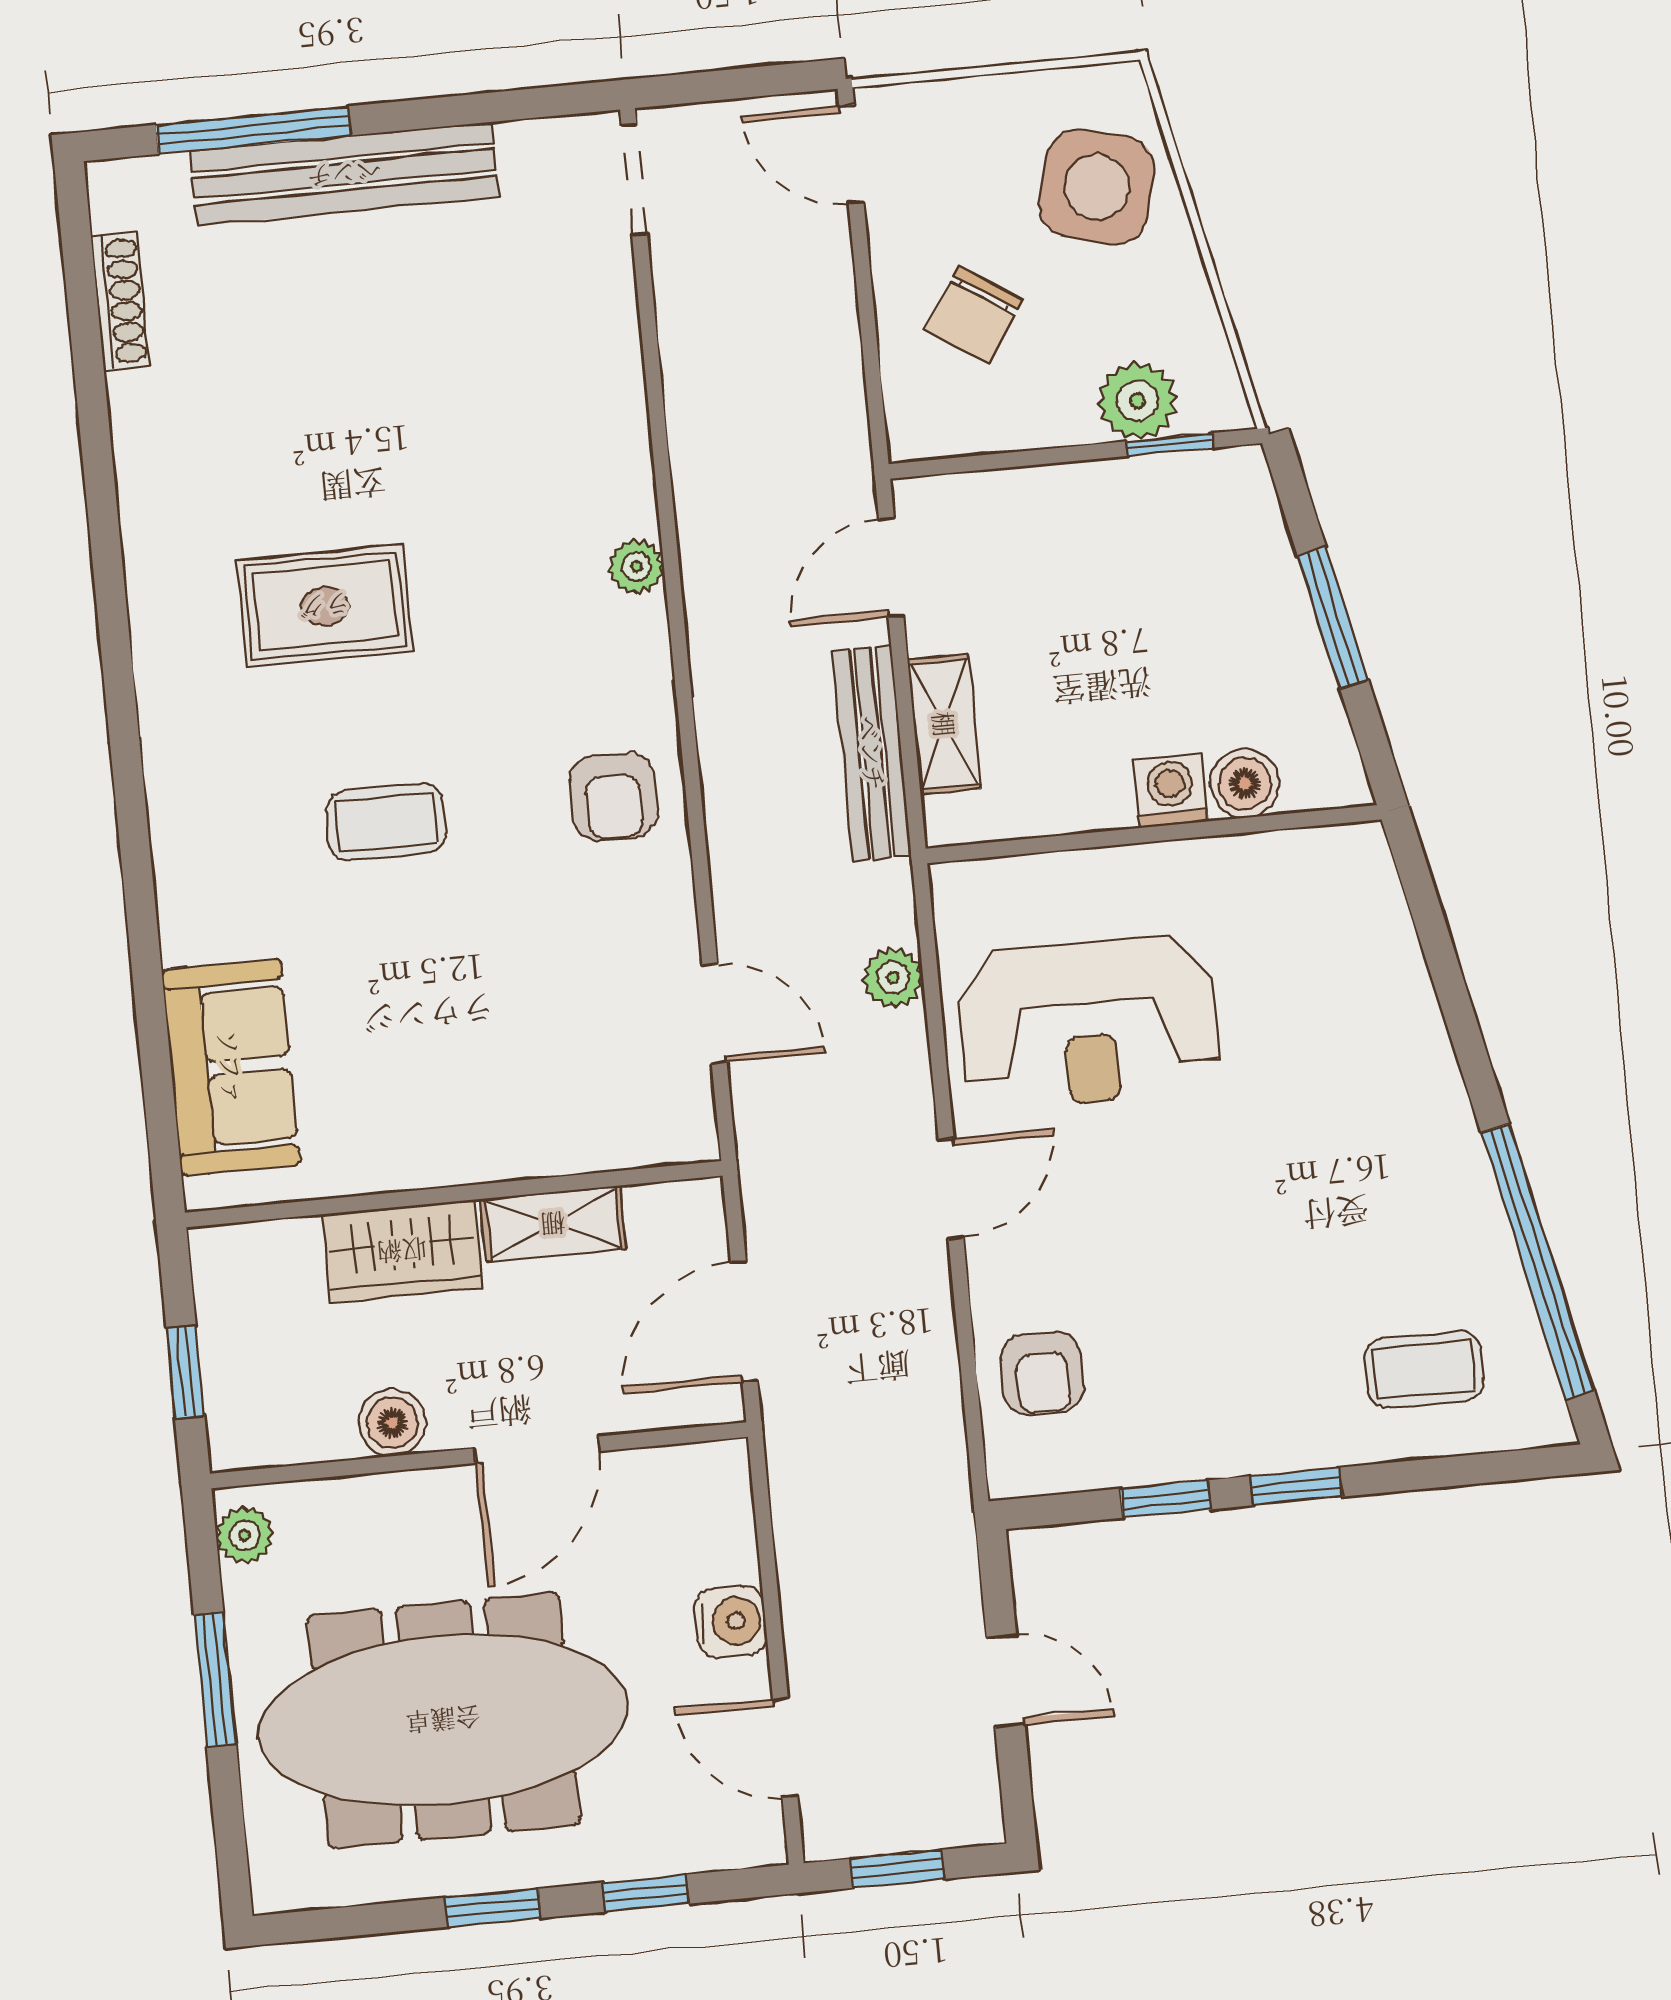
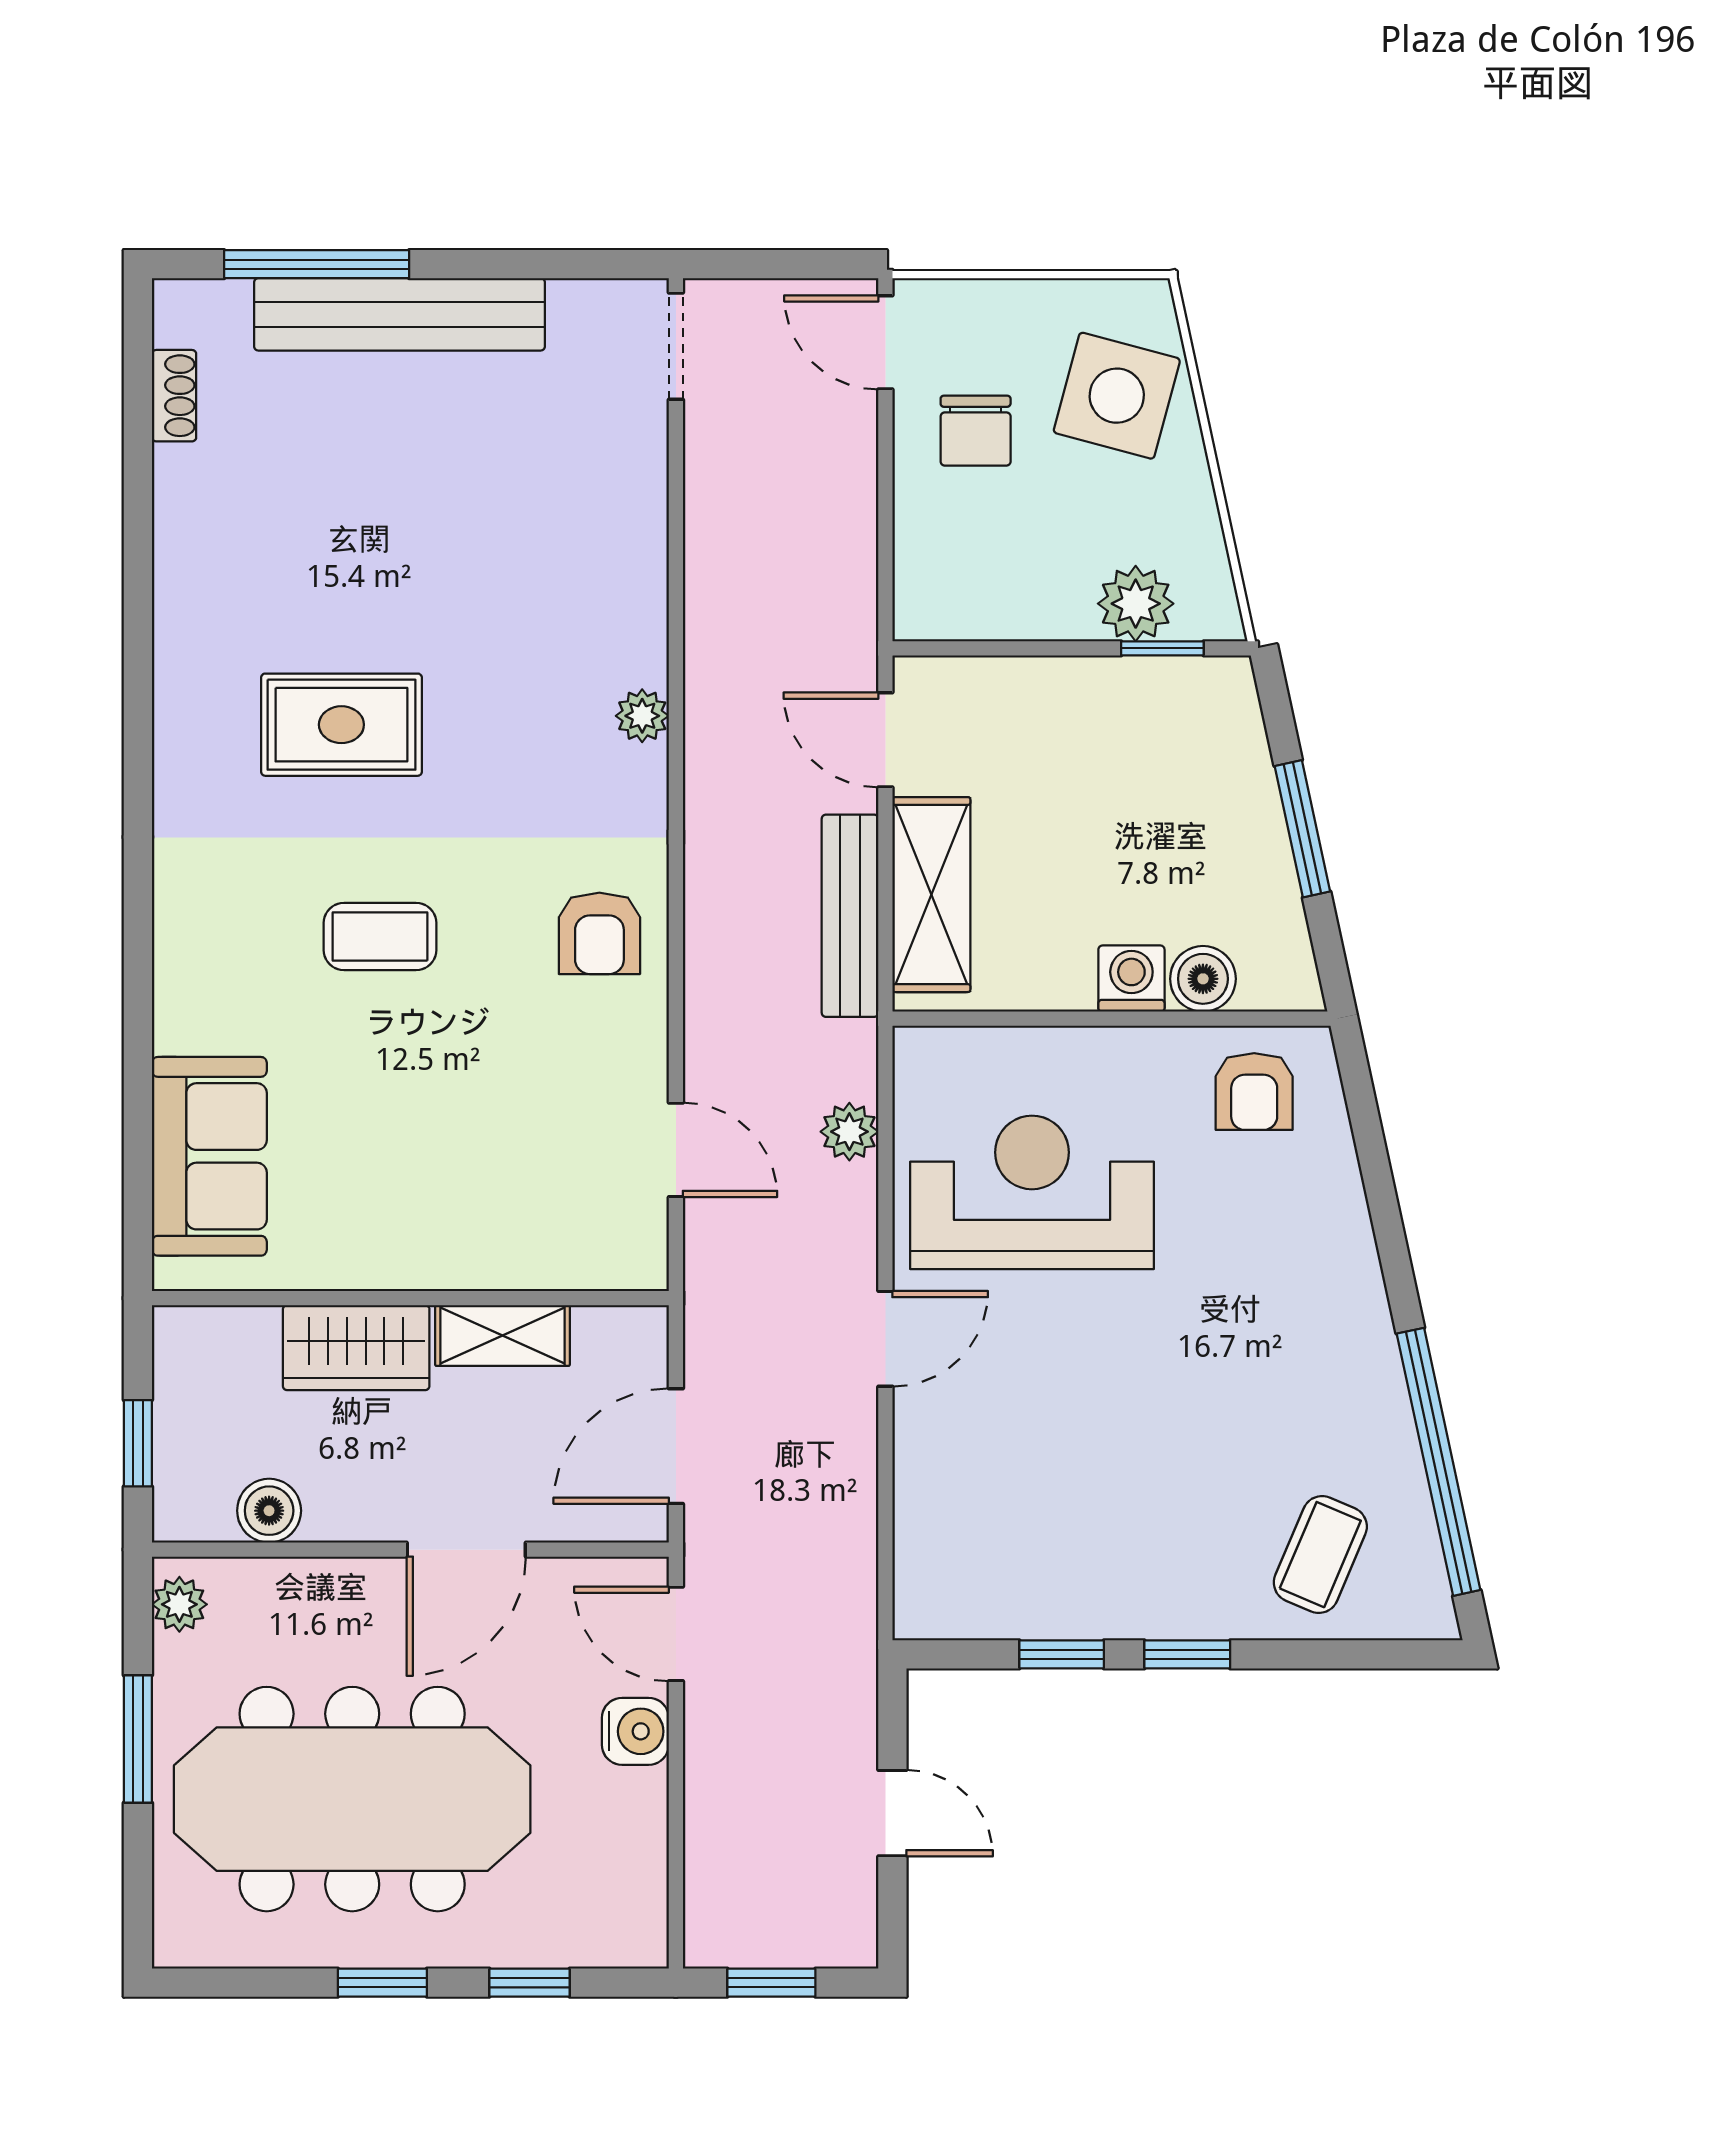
shoe rack: (120, 301) -> (174, 396), width x0.70
chair: (974, 314) -> (976, 431), moved, turned -34
door: (891, 567) -> (885, 740), hinge flipped
shelving: (944, 724) -> (931, 895), width x1.50, depth x1.33
reception desk: (1089, 1022) -> (1032, 1192), turned 180
coffee table: (1424, 1369) -> (1320, 1555), turned -67
armchair: (1042, 1373) -> (1254, 1092), moved
boiler: (392, 1423) -> (269, 1511), moved
door: (785, 1747) -> (676, 1634), moved

